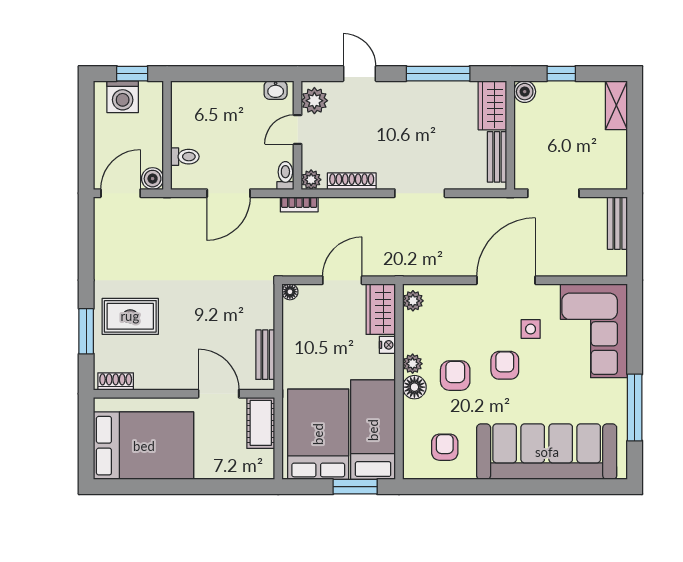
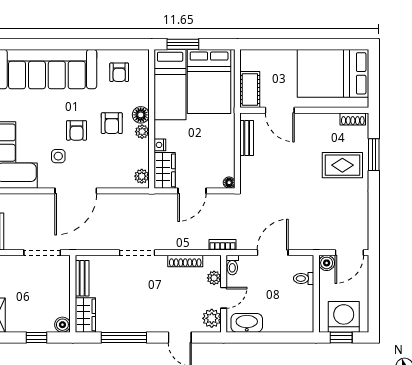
washbasin: (276, 90) -> (247, 323), width x1.91, depth x1.45
washing machine: (123, 97) -> (344, 317), width x1.37, depth x1.37
plant: (311, 180) -> (214, 278), moved

